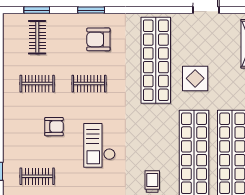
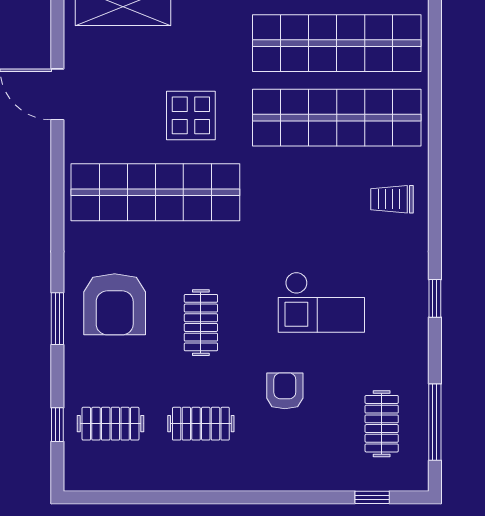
window: (37, 10) -> (57, 425), width x0.67
armchair: (98, 39) -> (115, 304), width x1.36, depth x1.36
clothes rail: (37, 84) -> (201, 424), turned 90

